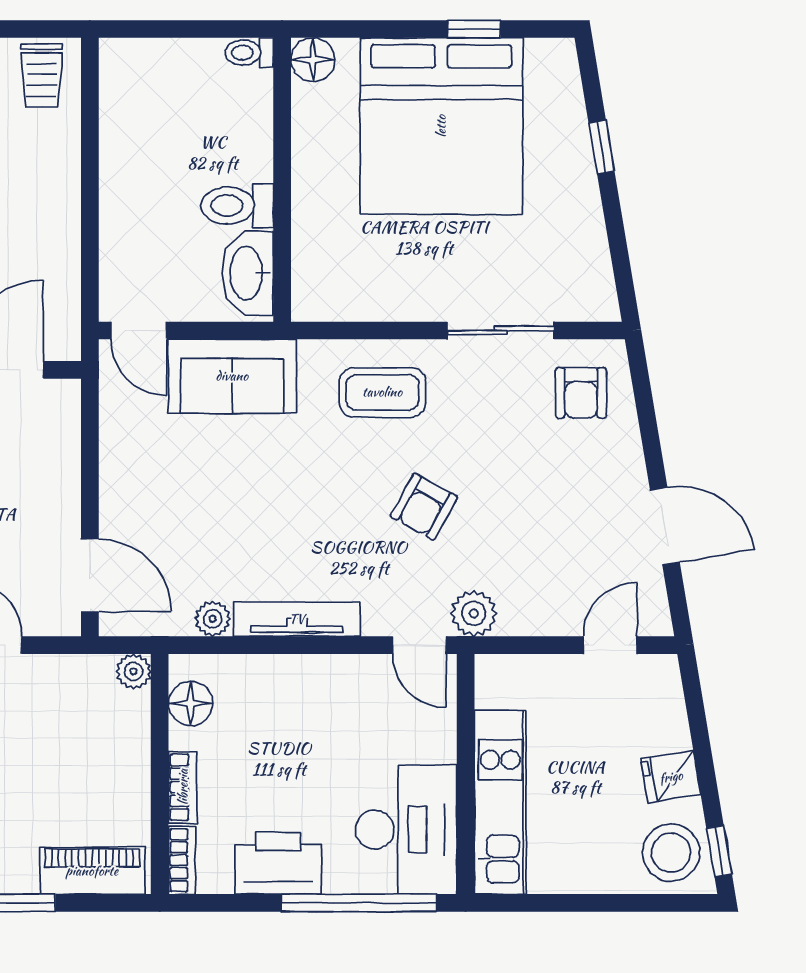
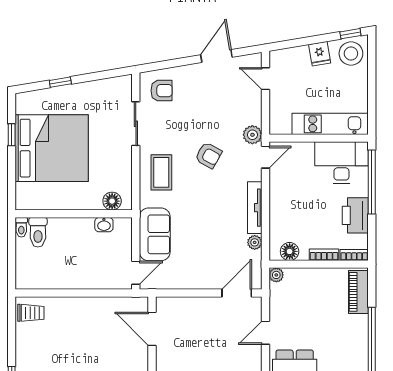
floor lamp: (313, 60) -> (112, 201), moved
toilet: (237, 206) -> (38, 232), moved
washbasin: (248, 273) -> (104, 225), width x0.52, depth x0.69

